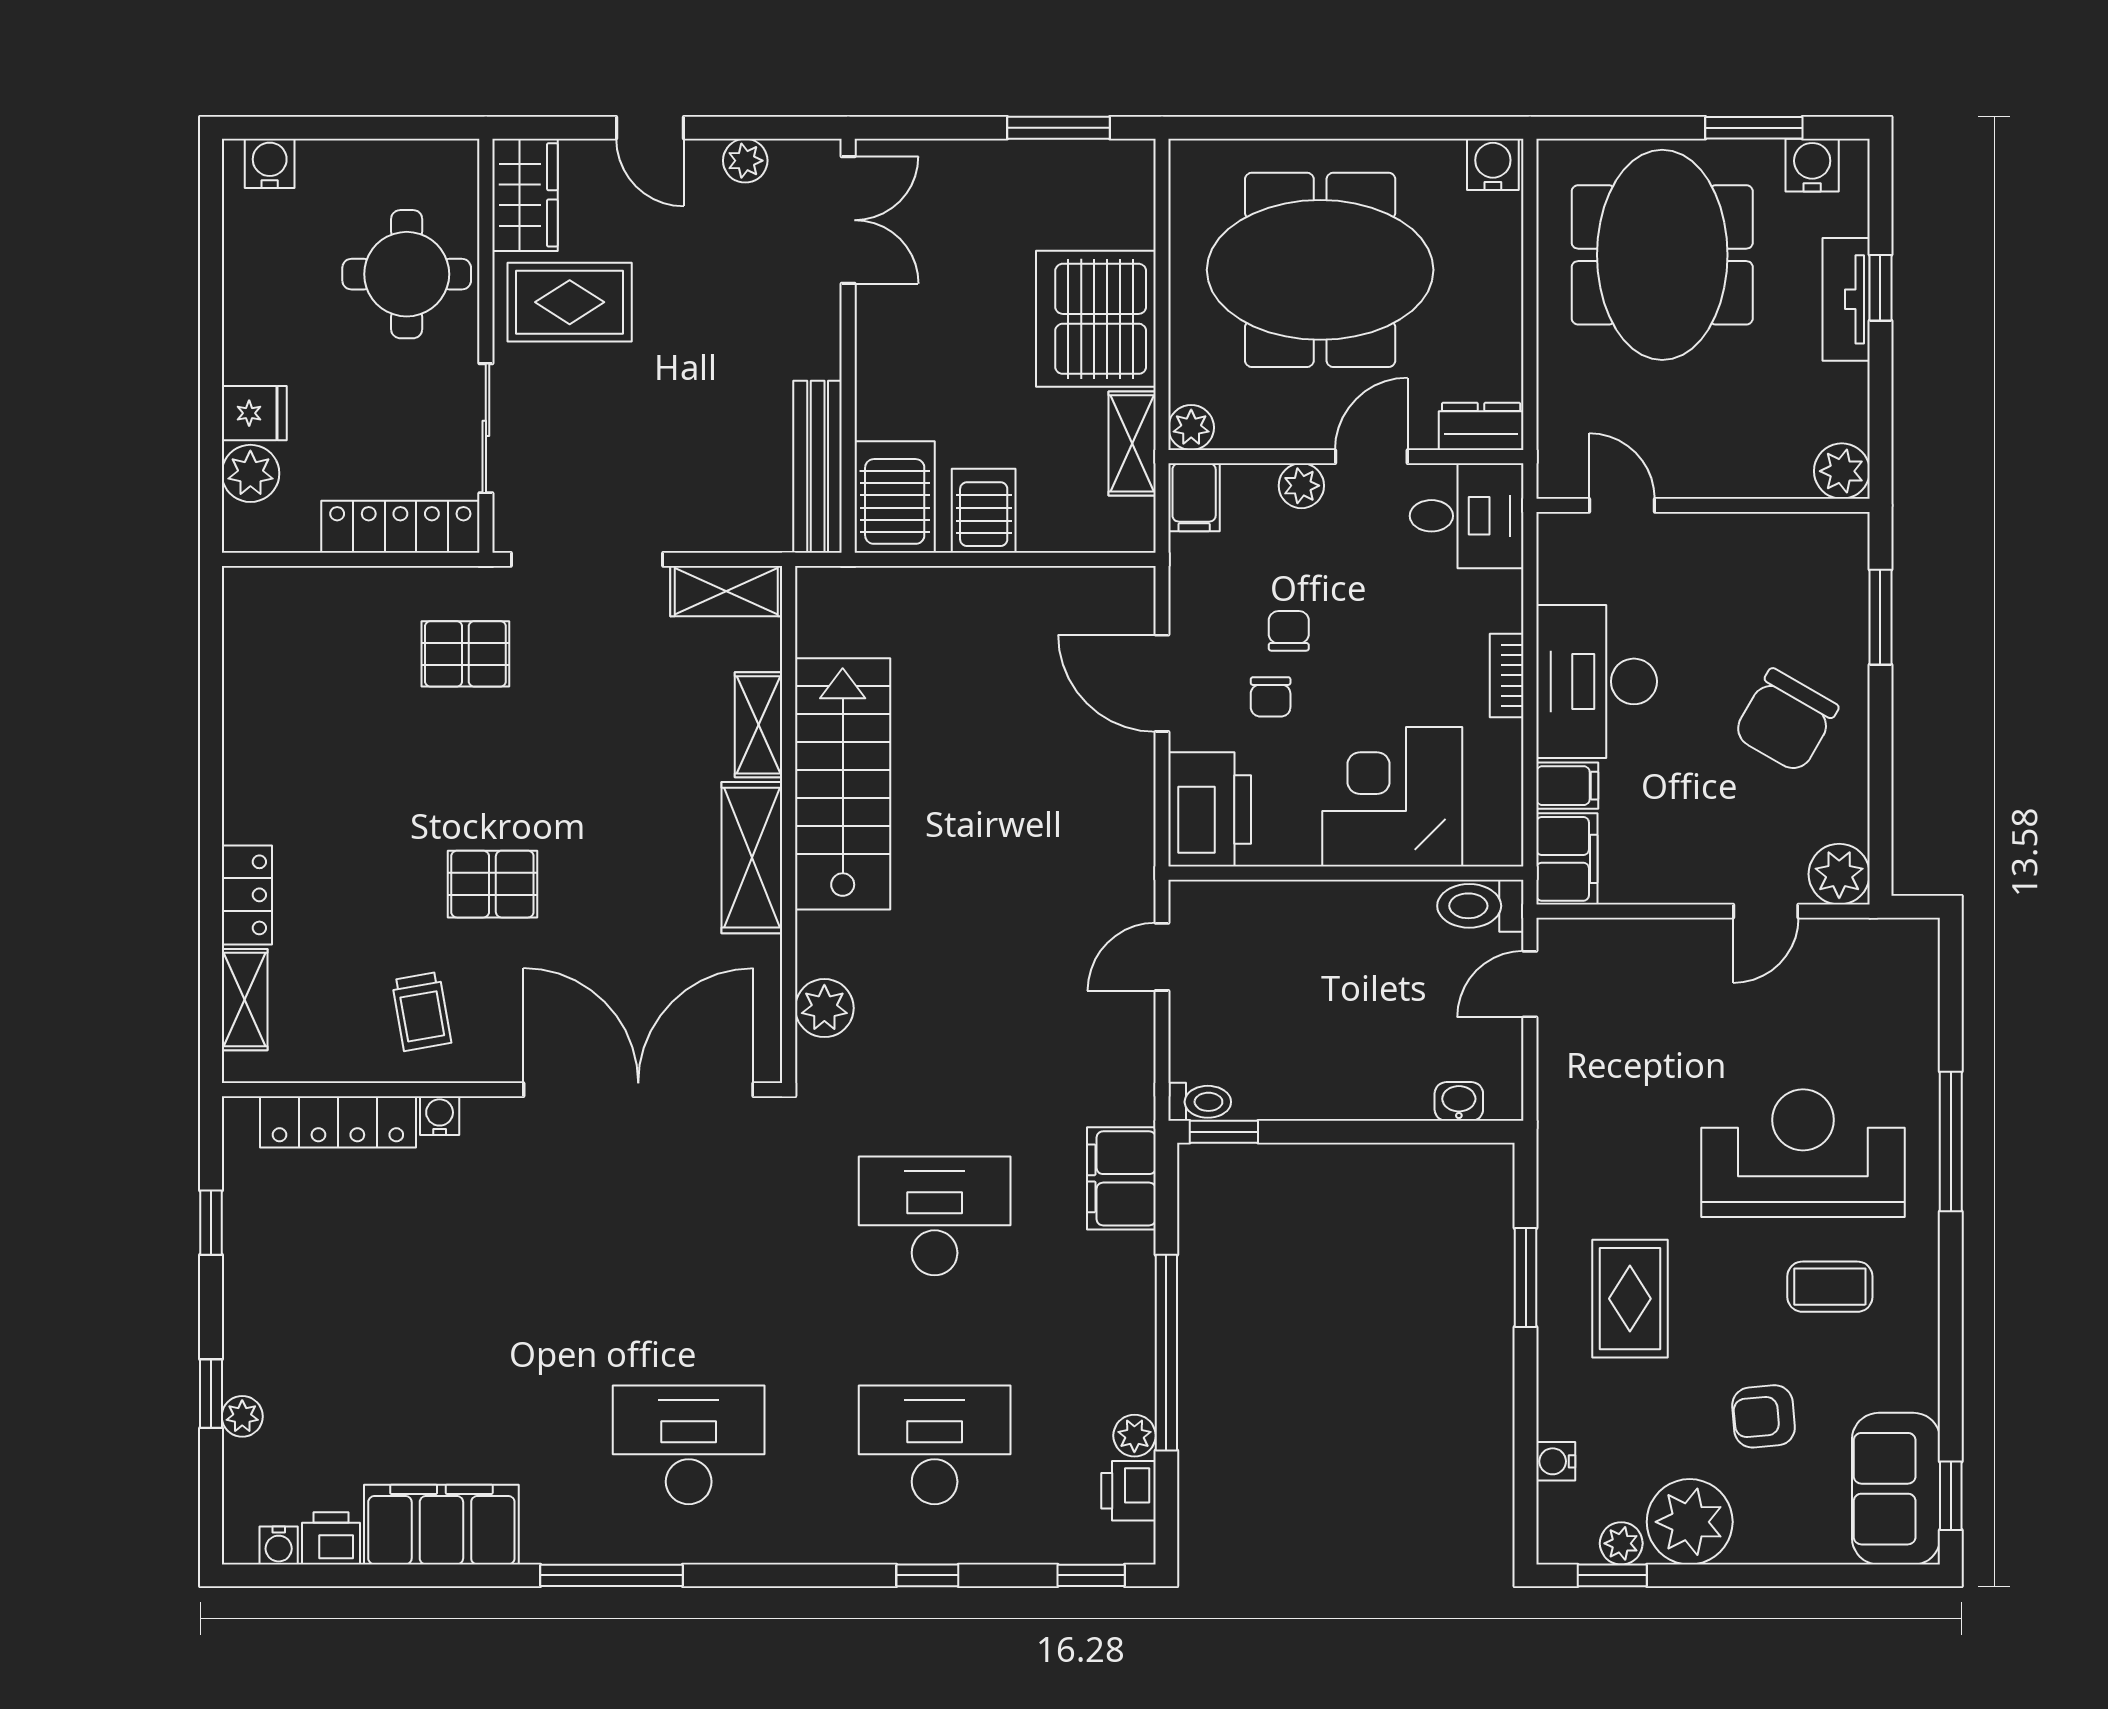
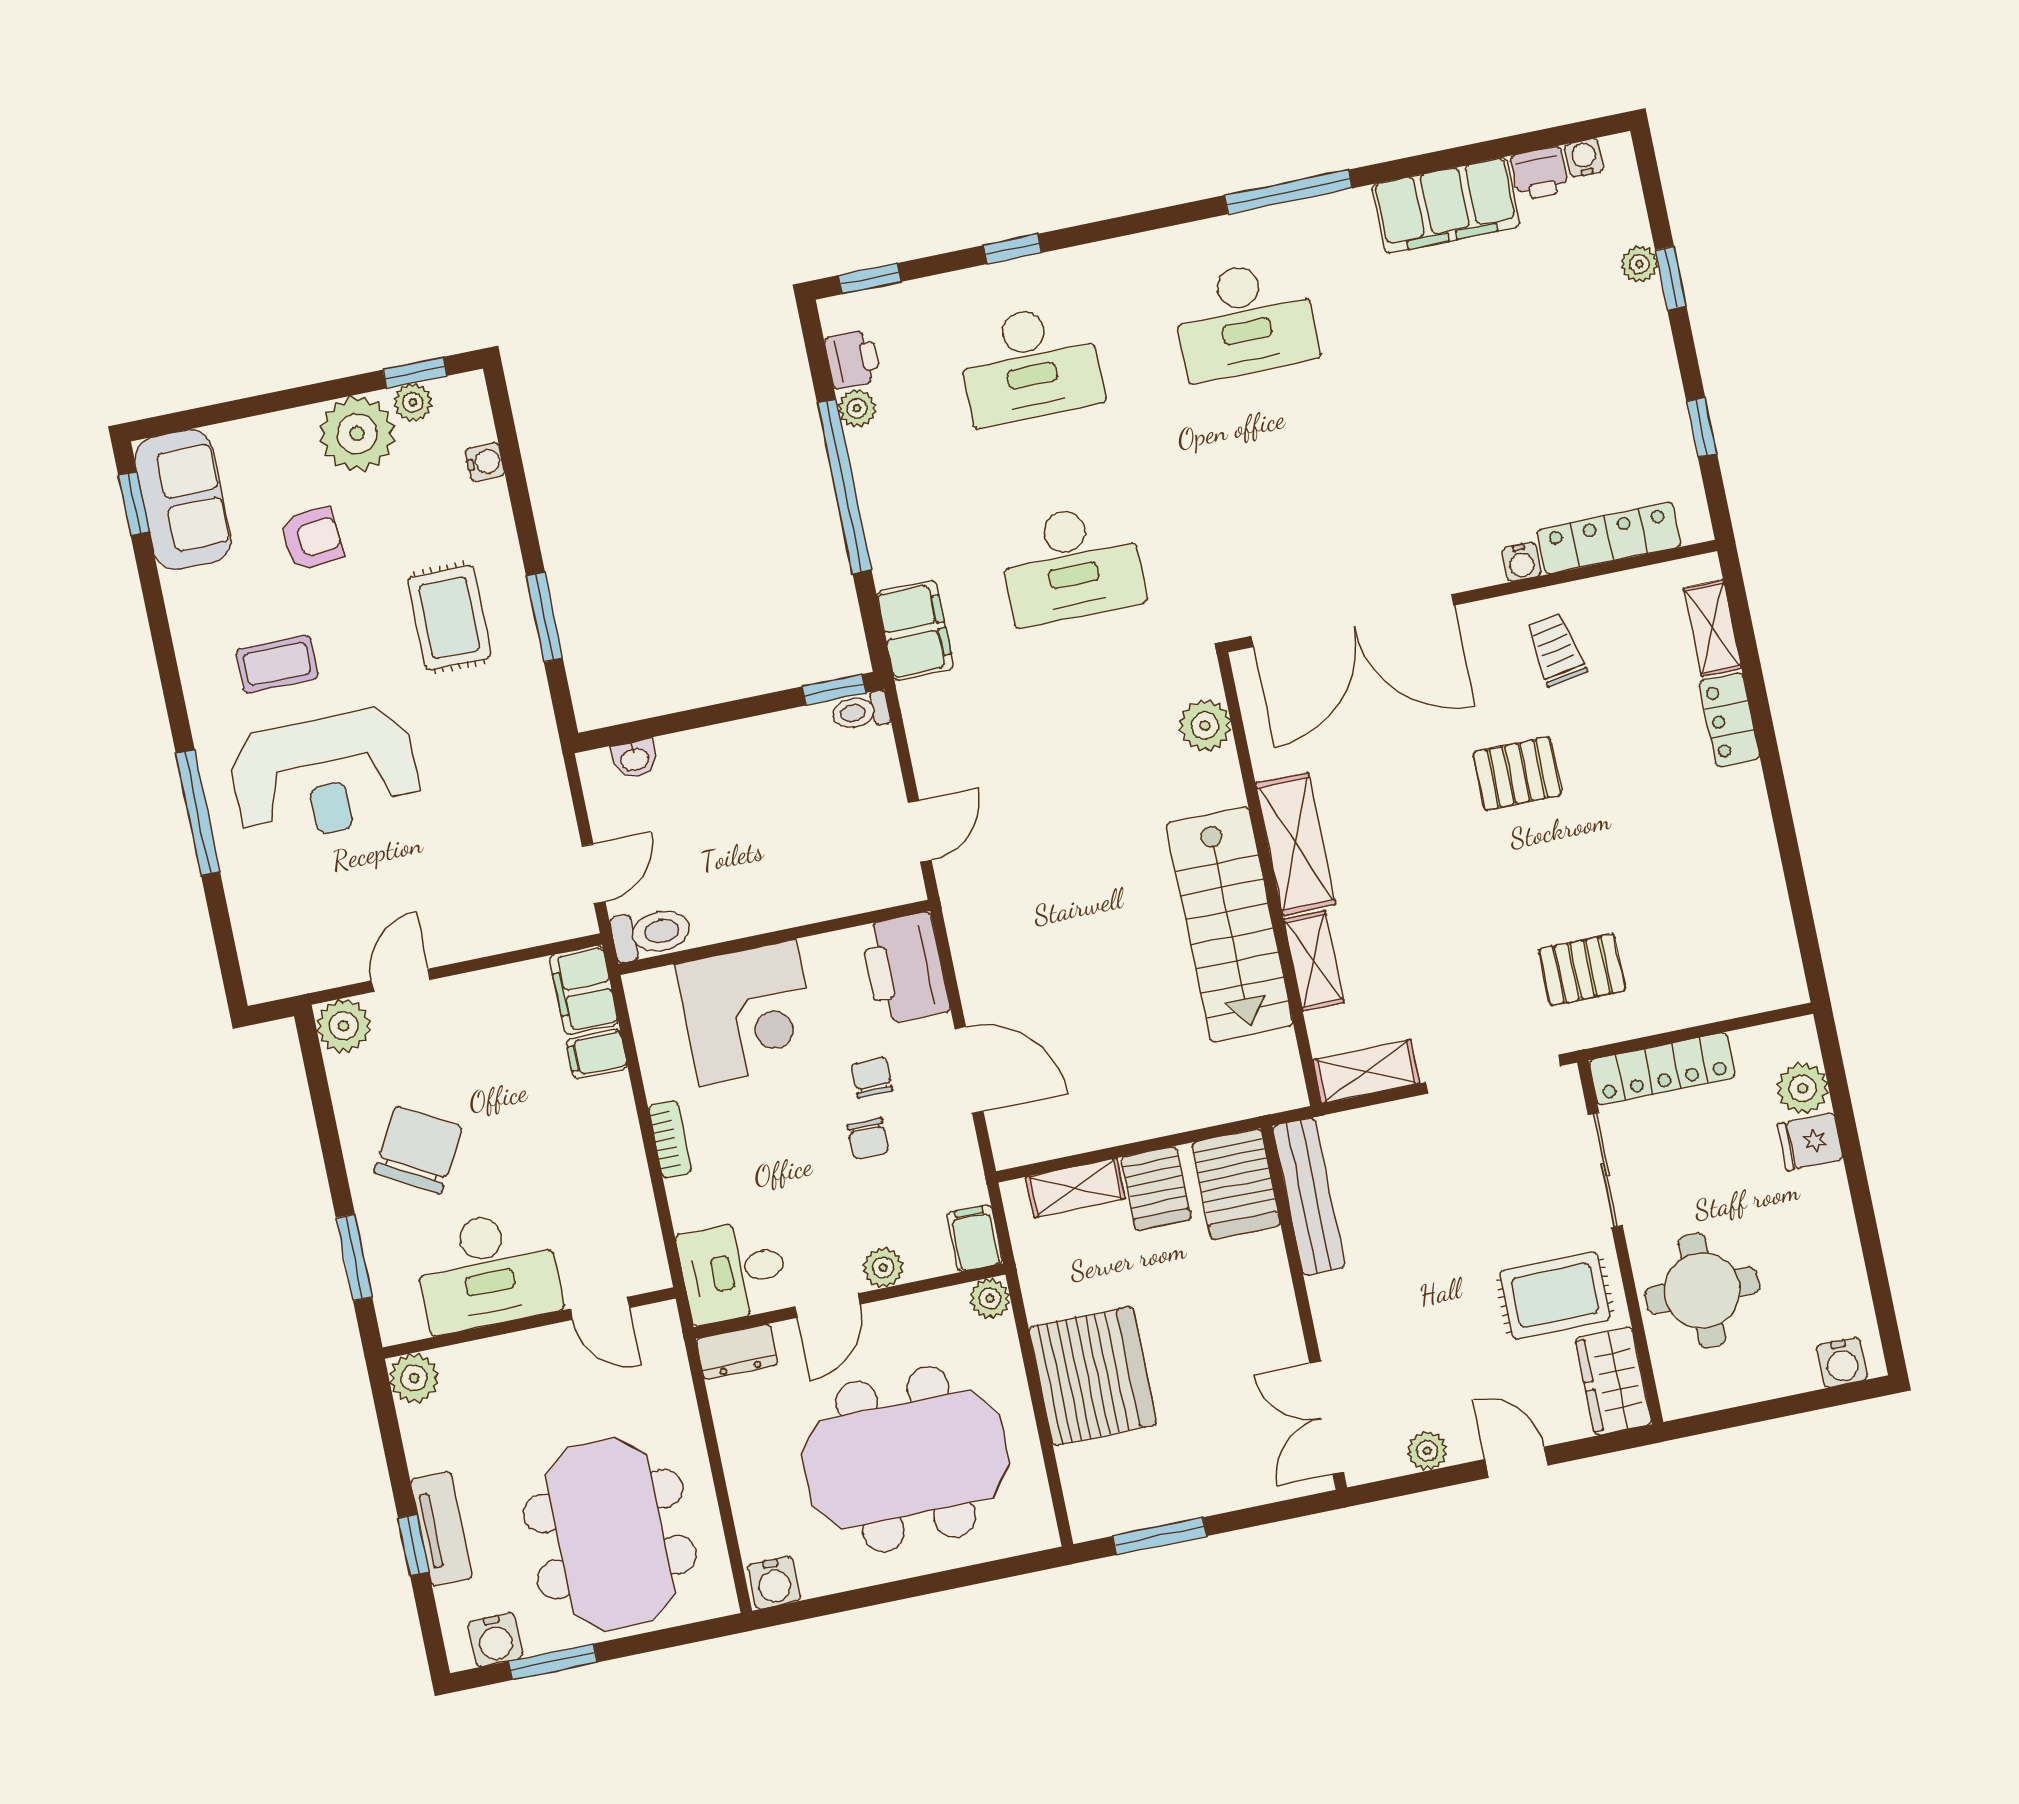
shelving: (1132, 443) -> (1075, 1188), moved, turned 90
desk: (1597, 681) -> (487, 1271), moved, turned 90

